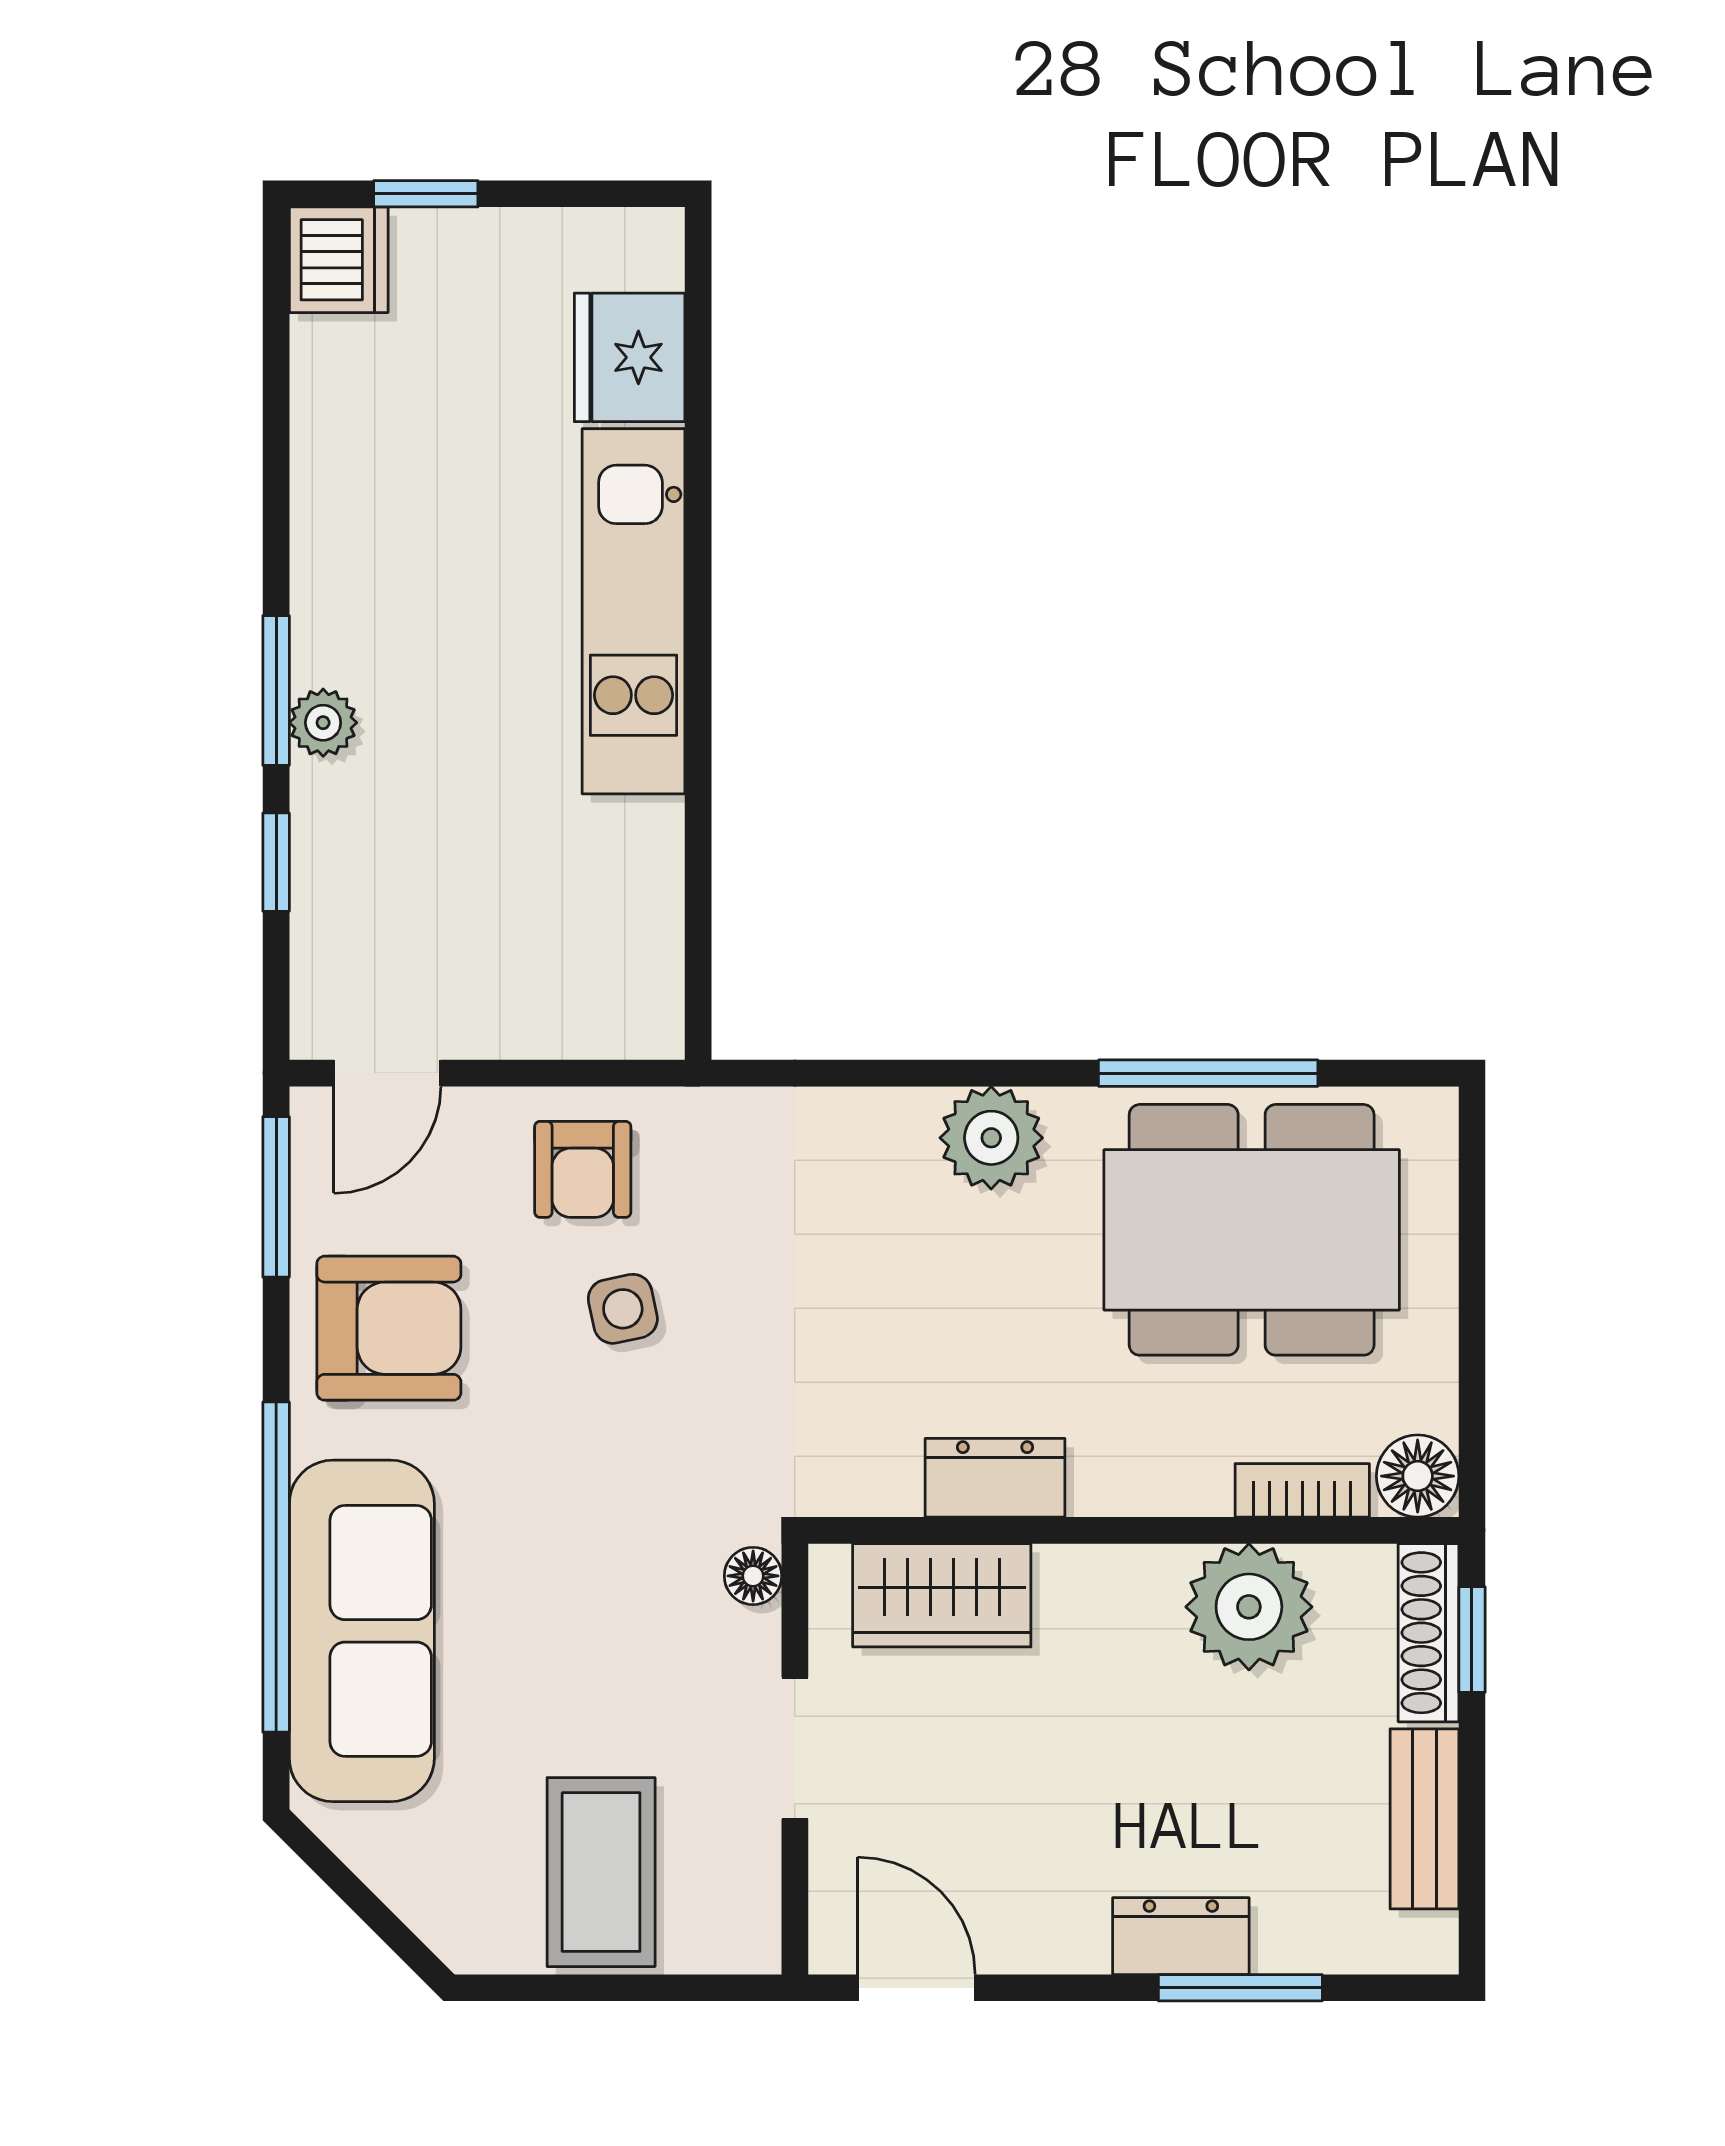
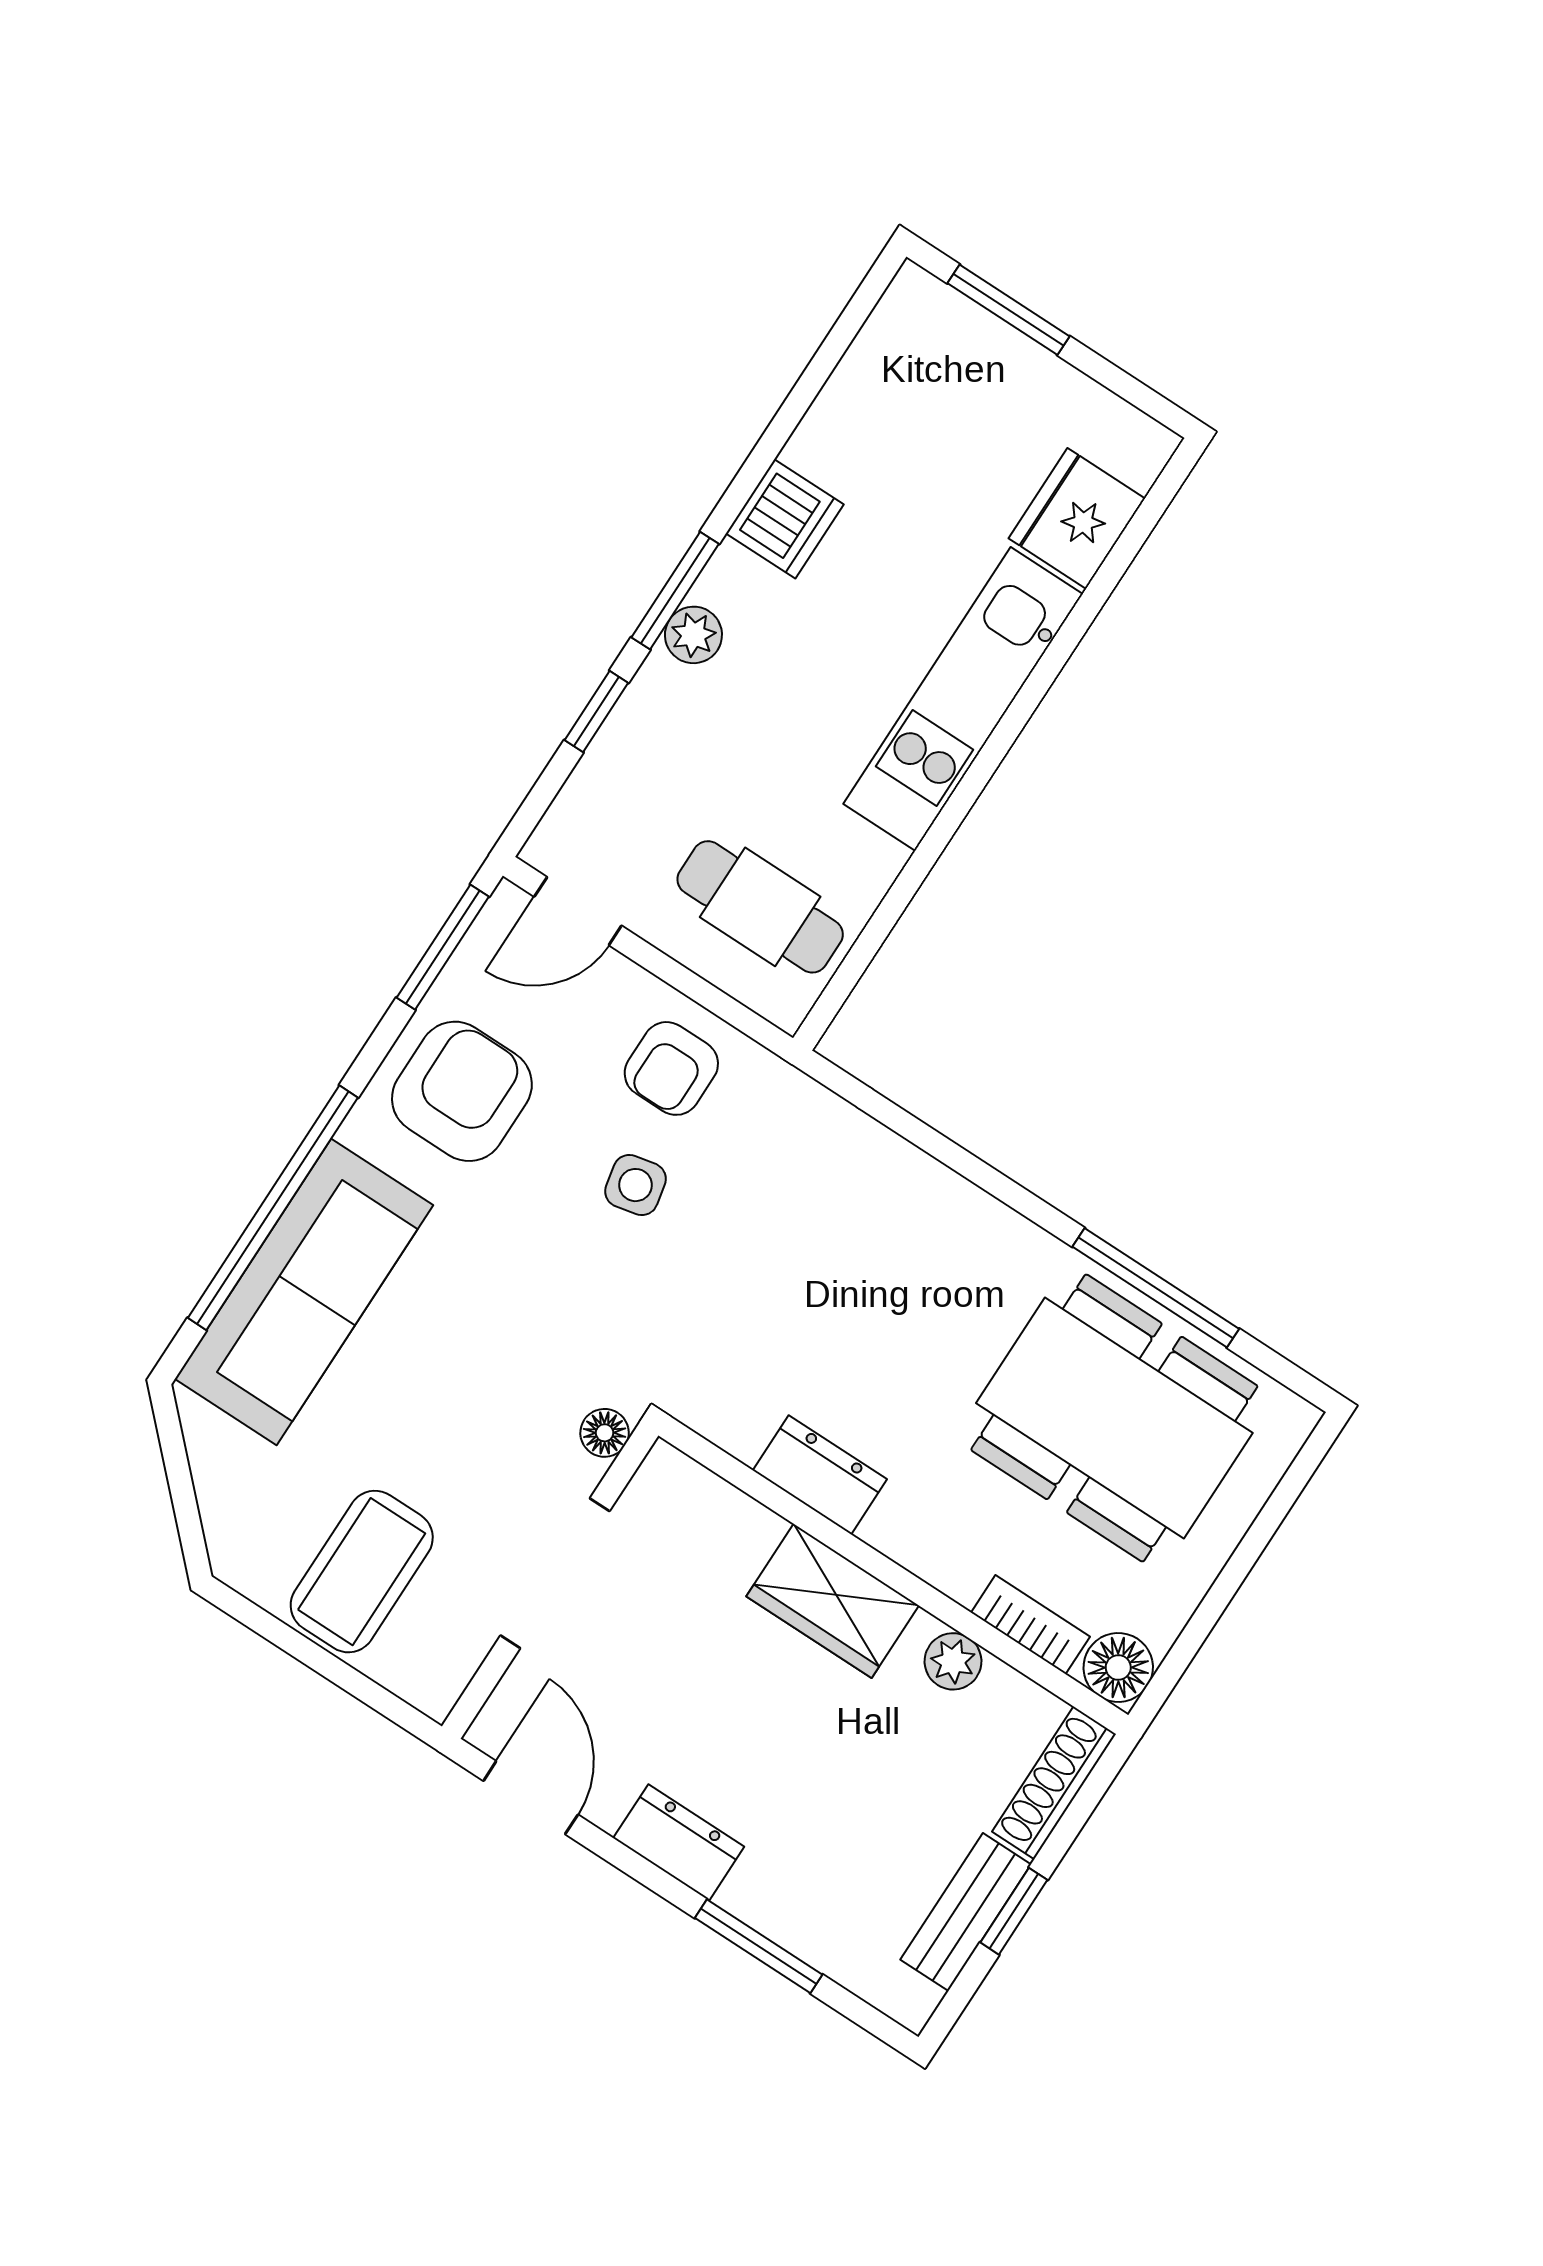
window: (426, 194) -> (1008, 310), width x1.50
dishwasher: (339, 260) -> (785, 519), moved
cafe table: (566, 950) -> (760, 907), added
plant: (991, 1138) -> (973, 1234), removed
armchair: (389, 1328) -> (462, 1091), turned -90
wardrobe: (942, 1595) -> (833, 1601), moved
plant: (1249, 1607) -> (953, 1661), width x0.53, depth x0.53
window: (1472, 1640) -> (1014, 1911), moved
doorway: (795, 1748) -> (555, 1573), width x1.38
dresser: (1181, 1936) -> (679, 1842), moved

